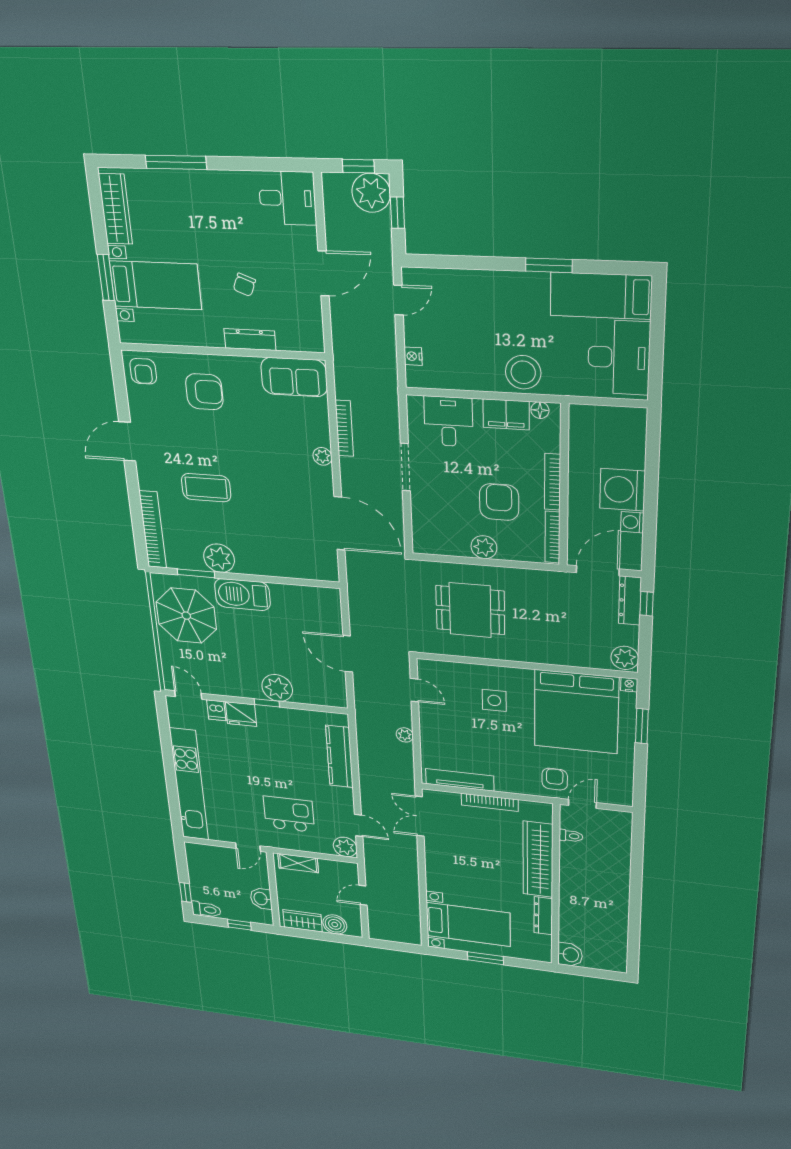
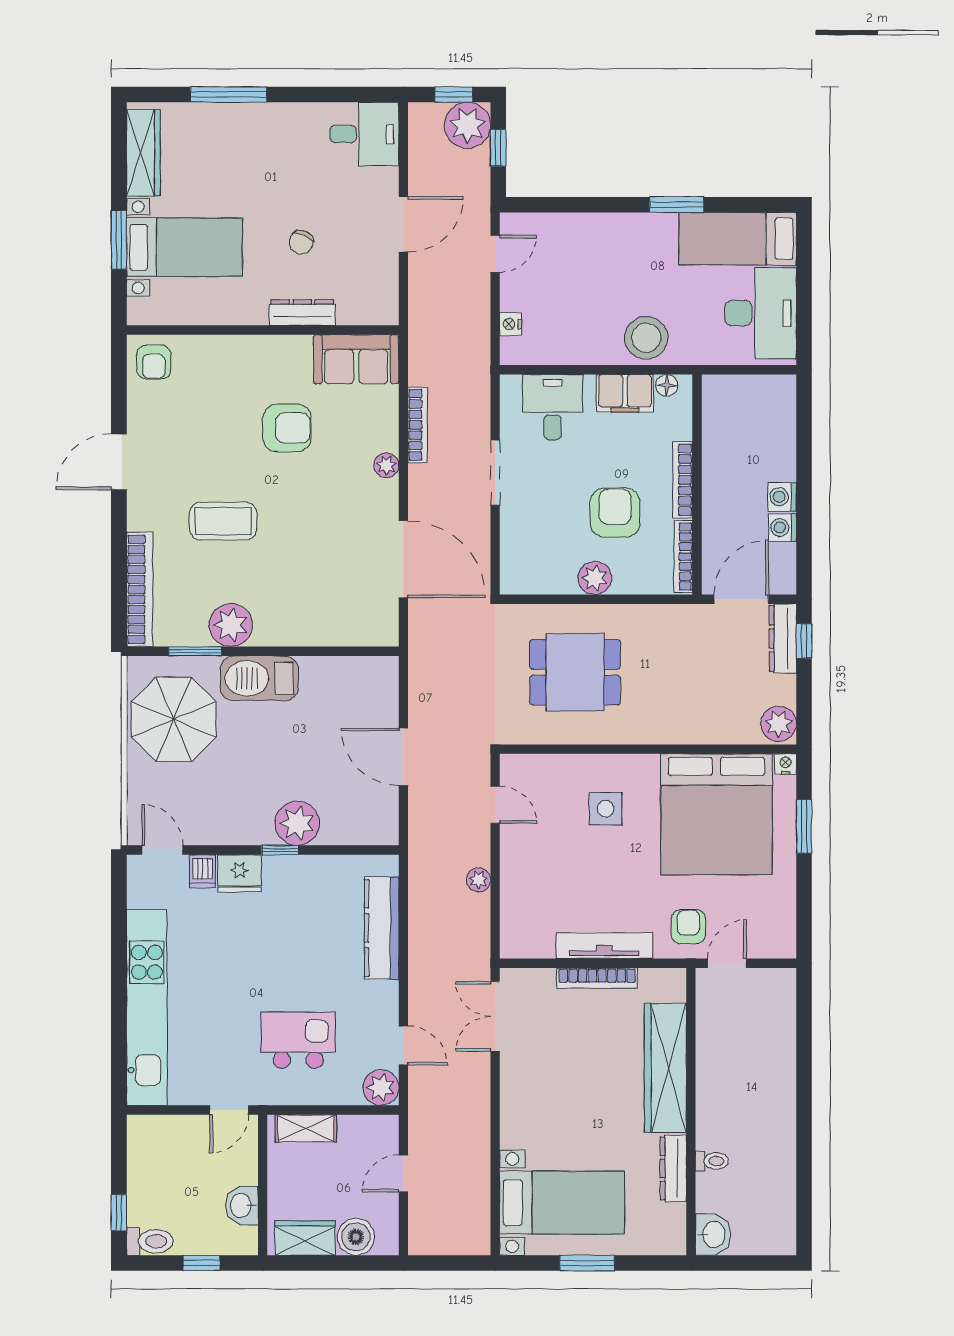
armchair: (204, 392) -> (287, 428), moved
washing machine: (622, 490) -> (782, 497), width x0.53, depth x0.53
tv unit: (460, 780) -> (604, 946), moved
toilet: (571, 836) -> (712, 1161), moved

